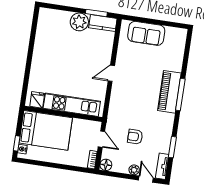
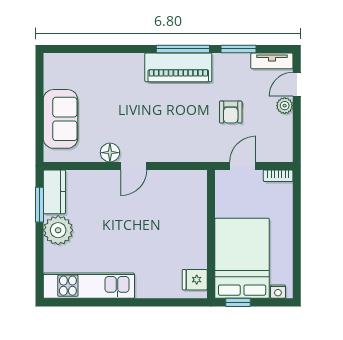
door: (111, 73) -> (134, 166), hinge flipped
piano: (169, 92) -> (178, 67), moved
window: (180, 94) -> (183, 49), moved
kitchen unit: (72, 105) -> (89, 286), moved, turned 90
window: (17, 143) -> (238, 302), moved
floor lamp: (106, 165) -> (110, 153), moved

